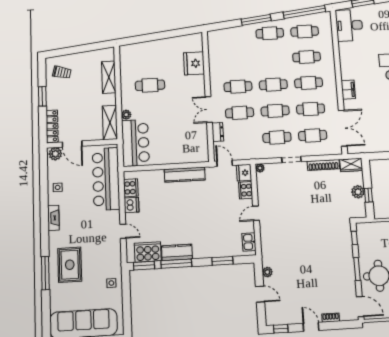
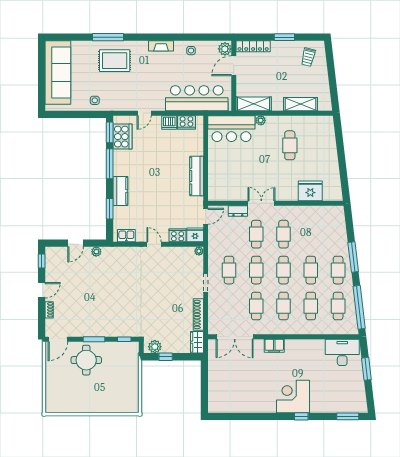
cafe table: (313, 135) -> (311, 270), moved
plant: (358, 192) -> (155, 347), moved
kitchen counter: (177, 252) -> (120, 191), moved

